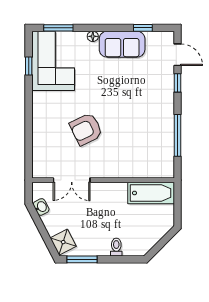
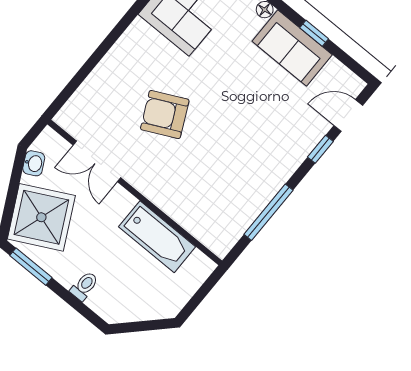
window: (143, 28) -> (314, 33), moved
door: (177, 55) -> (348, 115), swing flipped
bathtub: (151, 193) -> (157, 237), moved
shower: (63, 242) -> (41, 217), width x1.86, depth x1.86

